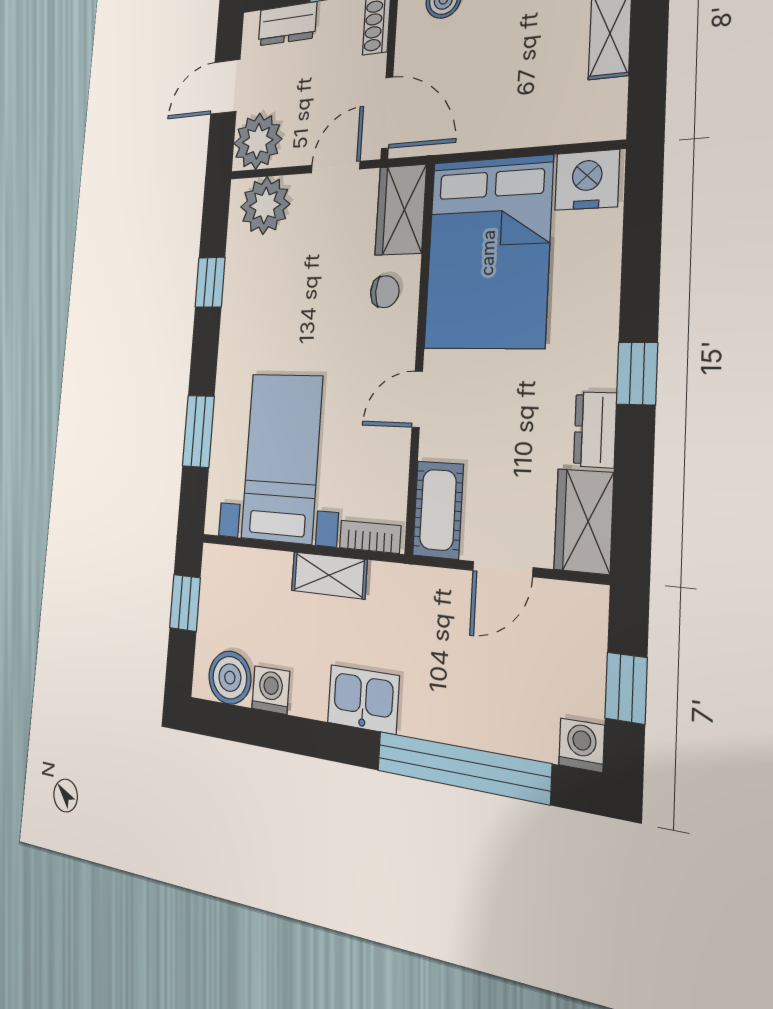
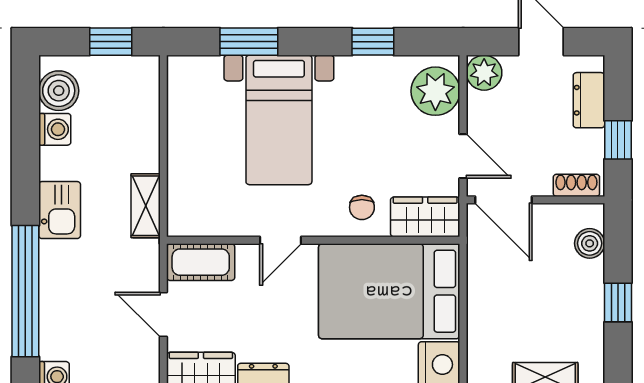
door: (387, 113) -> (504, 200), hinge flipped
plant: (258, 141) -> (484, 73), width x0.73, depth x0.73
door: (417, 399) -> (281, 240), swing flipped
bed with nightstands: (282, 458) -> (279, 120), moved, turned 90
bookcase: (370, 537) -> (177, 207), removed
shelving: (329, 575) -> (146, 206), moved

